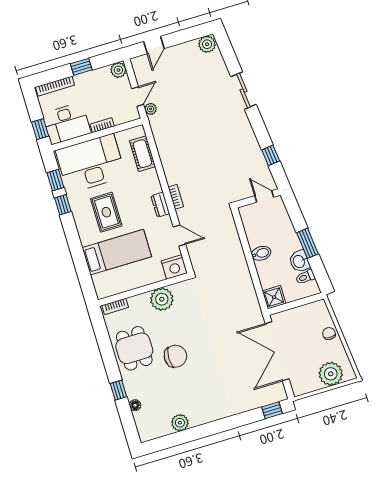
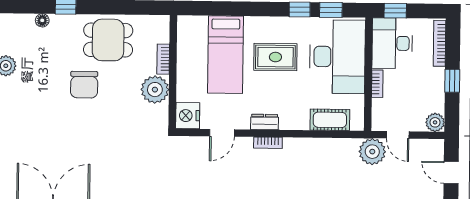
plant: (151, 109) -> (372, 152), width x1.88, depth x1.88
bookcase: (115, 306) -> (163, 59), moved

